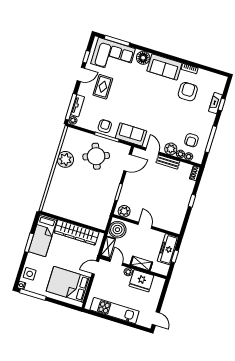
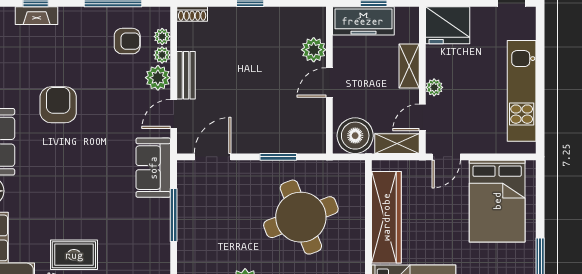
armchair: (188, 92) -> (58, 105), moved, turned 90
armchair: (105, 126) -> (153, 226), removed
round table: (96, 156) -> (301, 217), moved, width x1.36, depth x1.36
door: (128, 163) -> (213, 157), hinge flipped
plant: (124, 211) -> (314, 50), moved
door: (95, 268) -> (446, 157), hinge flipped
fridge: (141, 281) -> (448, 25), moved, turned 90

